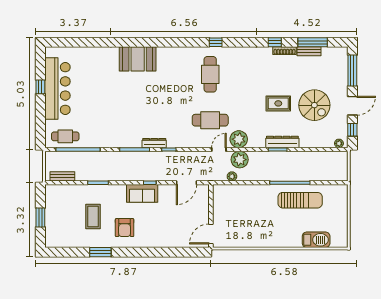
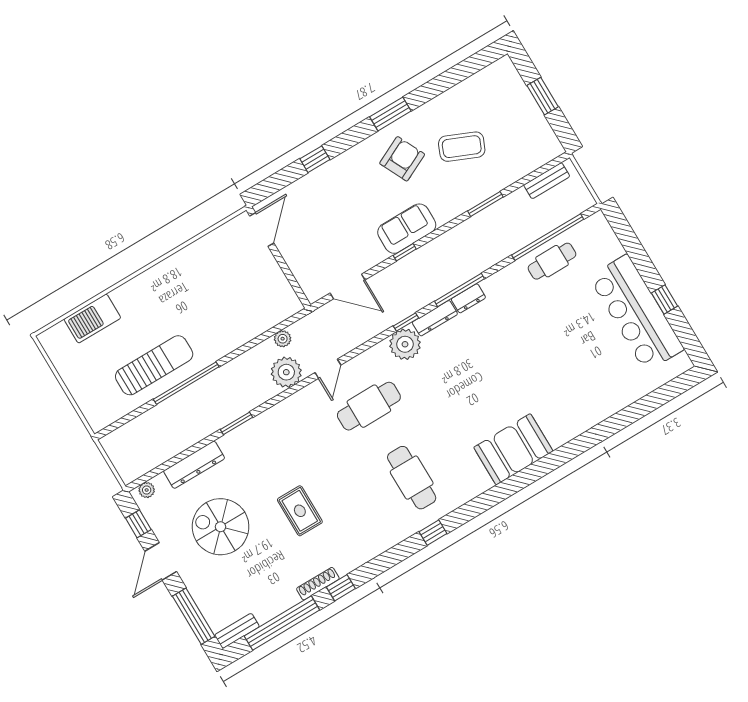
window: (313, 42) -> (282, 623), width x1.46
bench: (309, 51) -> (237, 631), moved
booth: (138, 59) -> (513, 449), moved
rug: (278, 103) -> (300, 511), moved, turned 90
cafe table: (65, 136) -> (552, 261), moved
plant: (239, 139) -> (405, 344), moved
dresser: (282, 142) -> (194, 465), moved
dresser: (133, 143) -> (468, 298), added
door: (186, 183) -> (347, 287), swing flipped
sun lounger: (300, 200) -> (154, 365), turned 180
coffee table: (93, 217) -> (462, 147), turned -67
armchair: (125, 228) -> (402, 159), turned 64
window: (100, 252) -> (390, 114), moved
window: (166, 252) -> (315, 159), added

